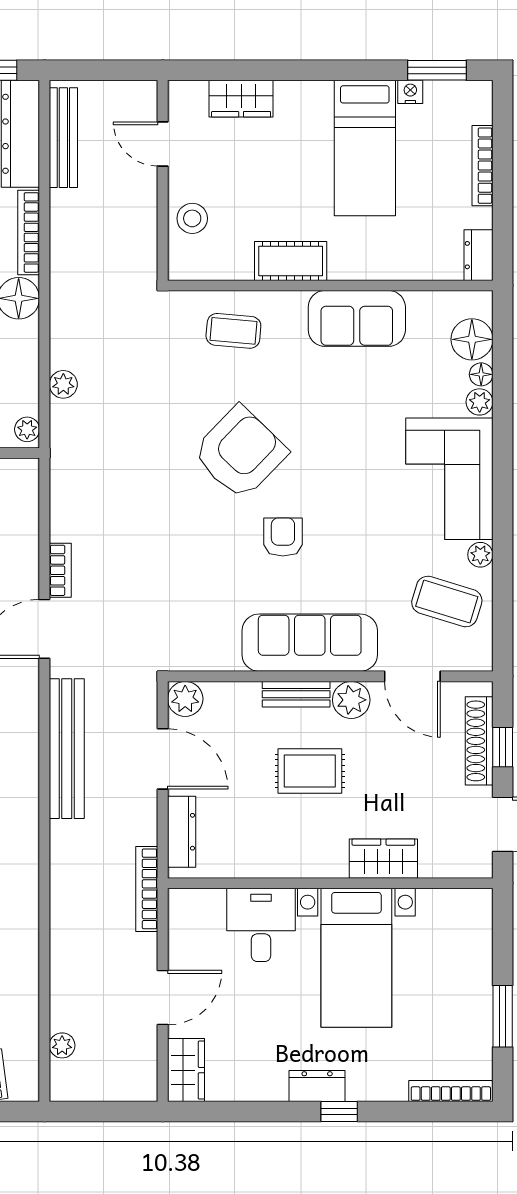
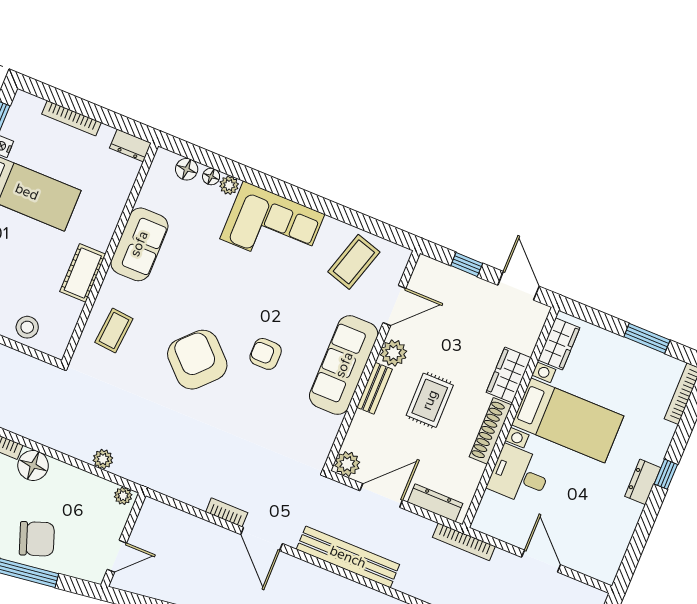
floor lamp: (472, 339) -> (187, 169), width x0.73, depth x0.73
plant: (480, 555) -> (332, 227), removed
shoe rack: (479, 741) -> (490, 431), moved, turned 90
wardrobe: (186, 1070) -> (559, 344), moved, turned 90

